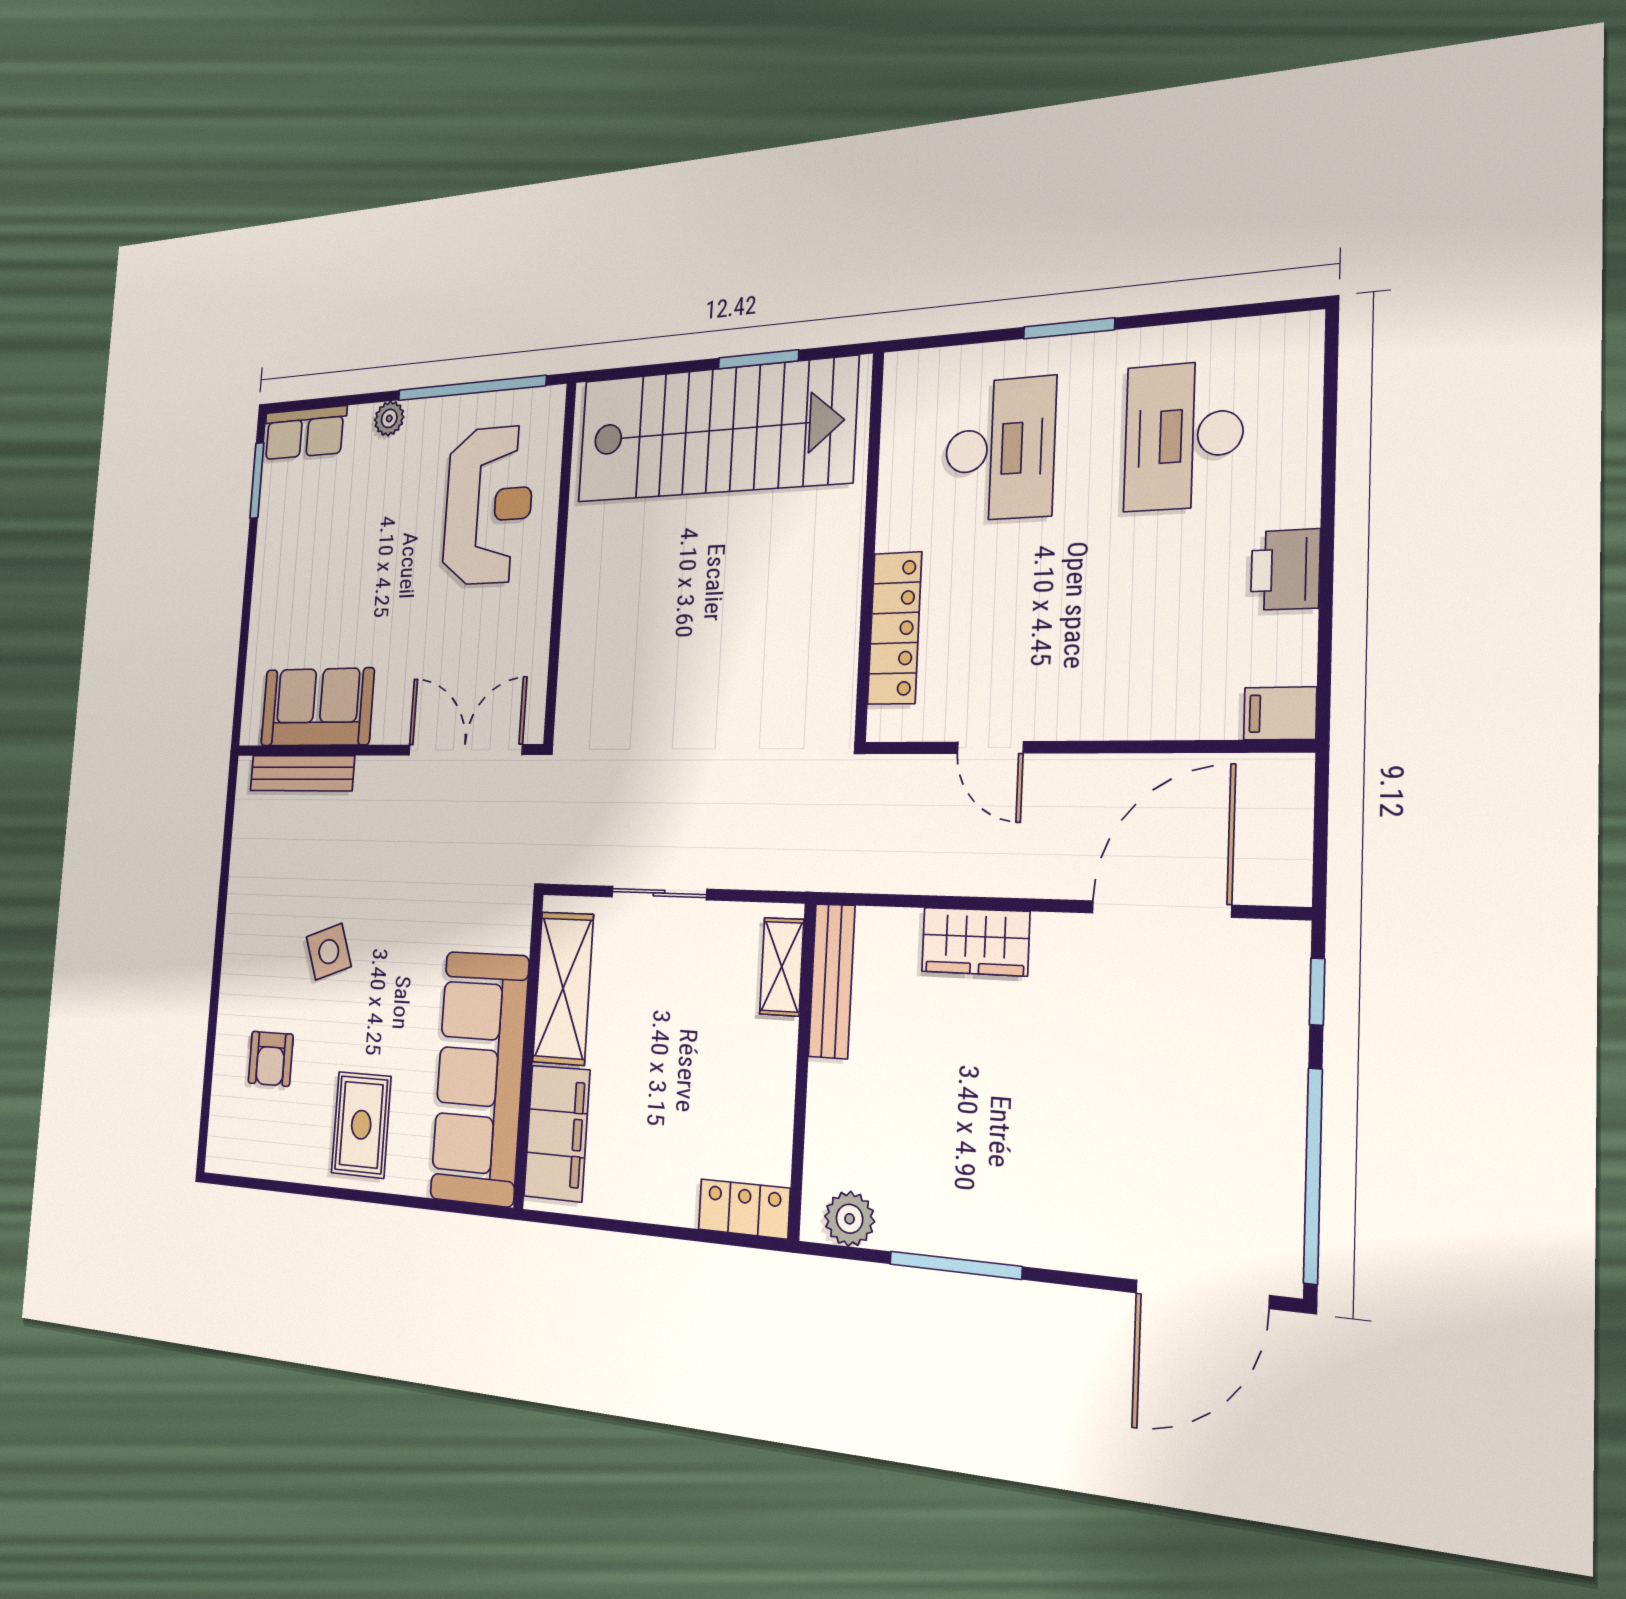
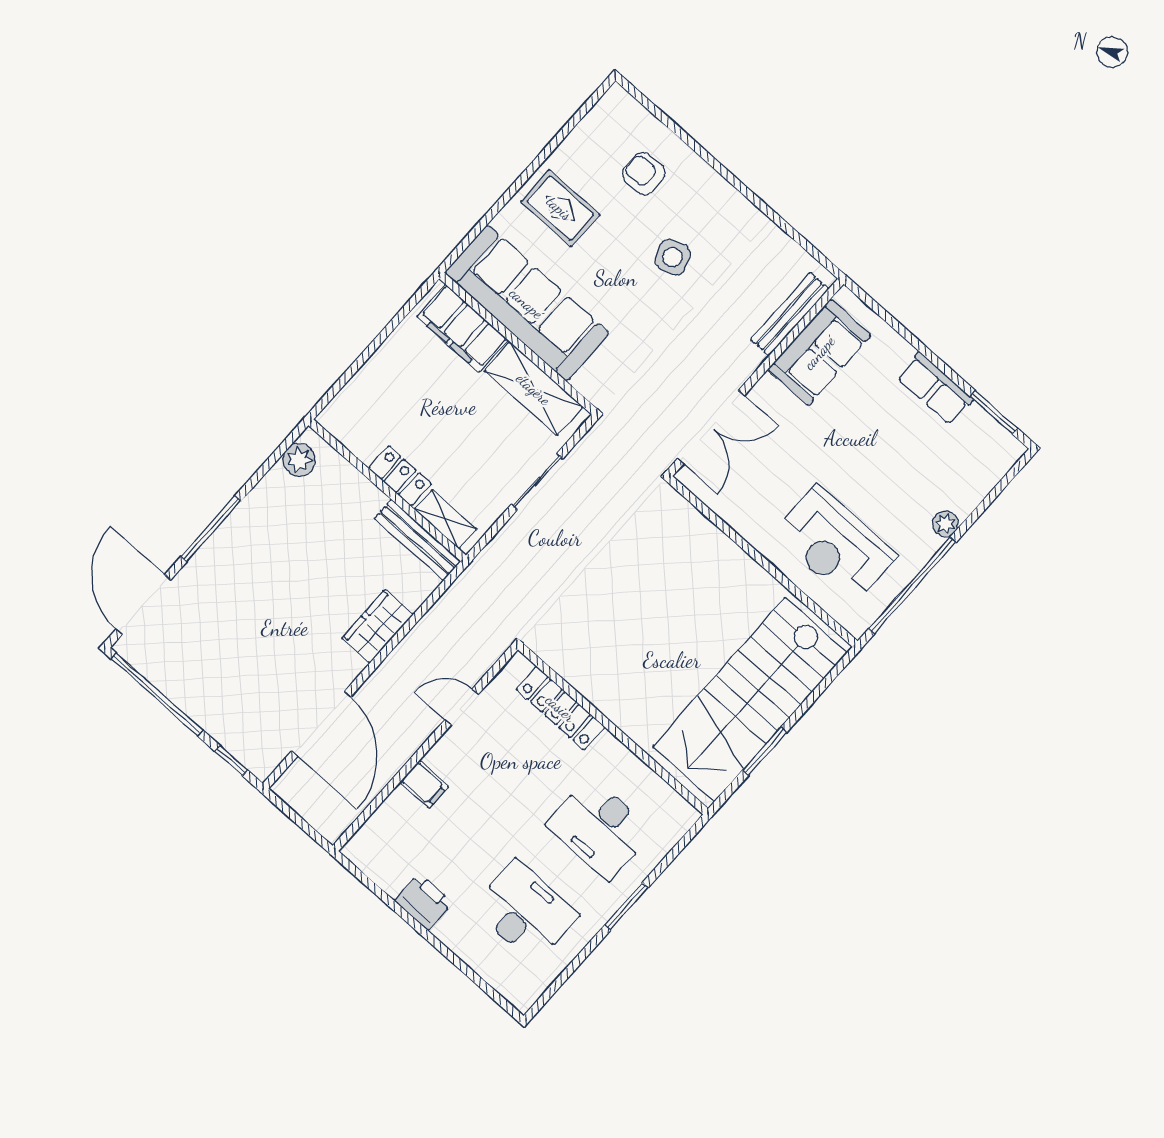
row of seats: (305, 433) -> (935, 389), moved, turned -90
filing cabinet: (1280, 713) -> (424, 784), moved, turned 90
locker: (744, 1209) -> (400, 476), moved, turned -90
window: (955, 1265) -> (211, 529), moved

